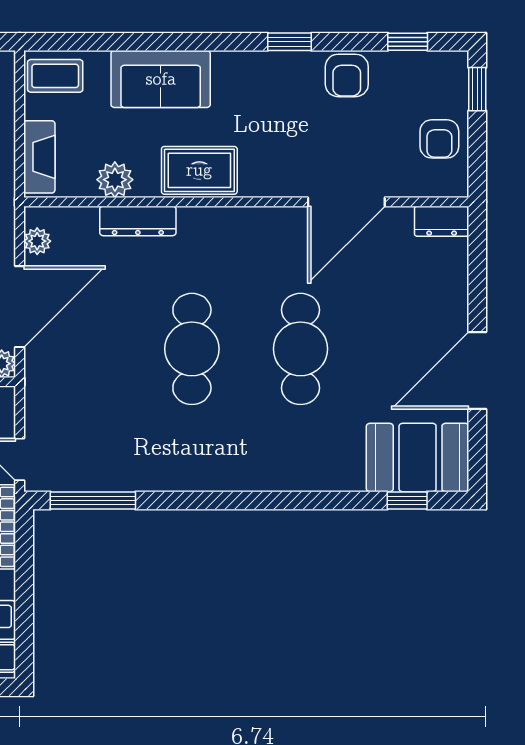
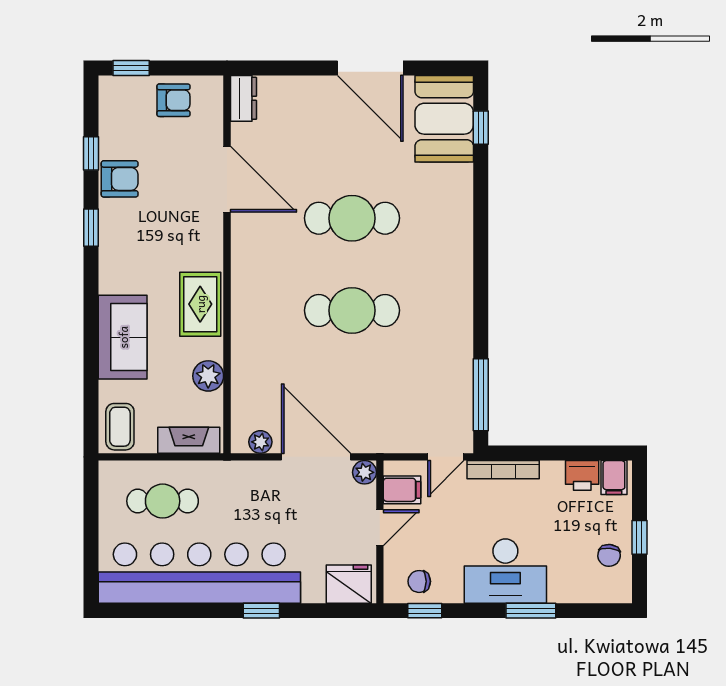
window: (408, 42) -> (91, 153), moved
dresser: (138, 221) -> (243, 356), removed

